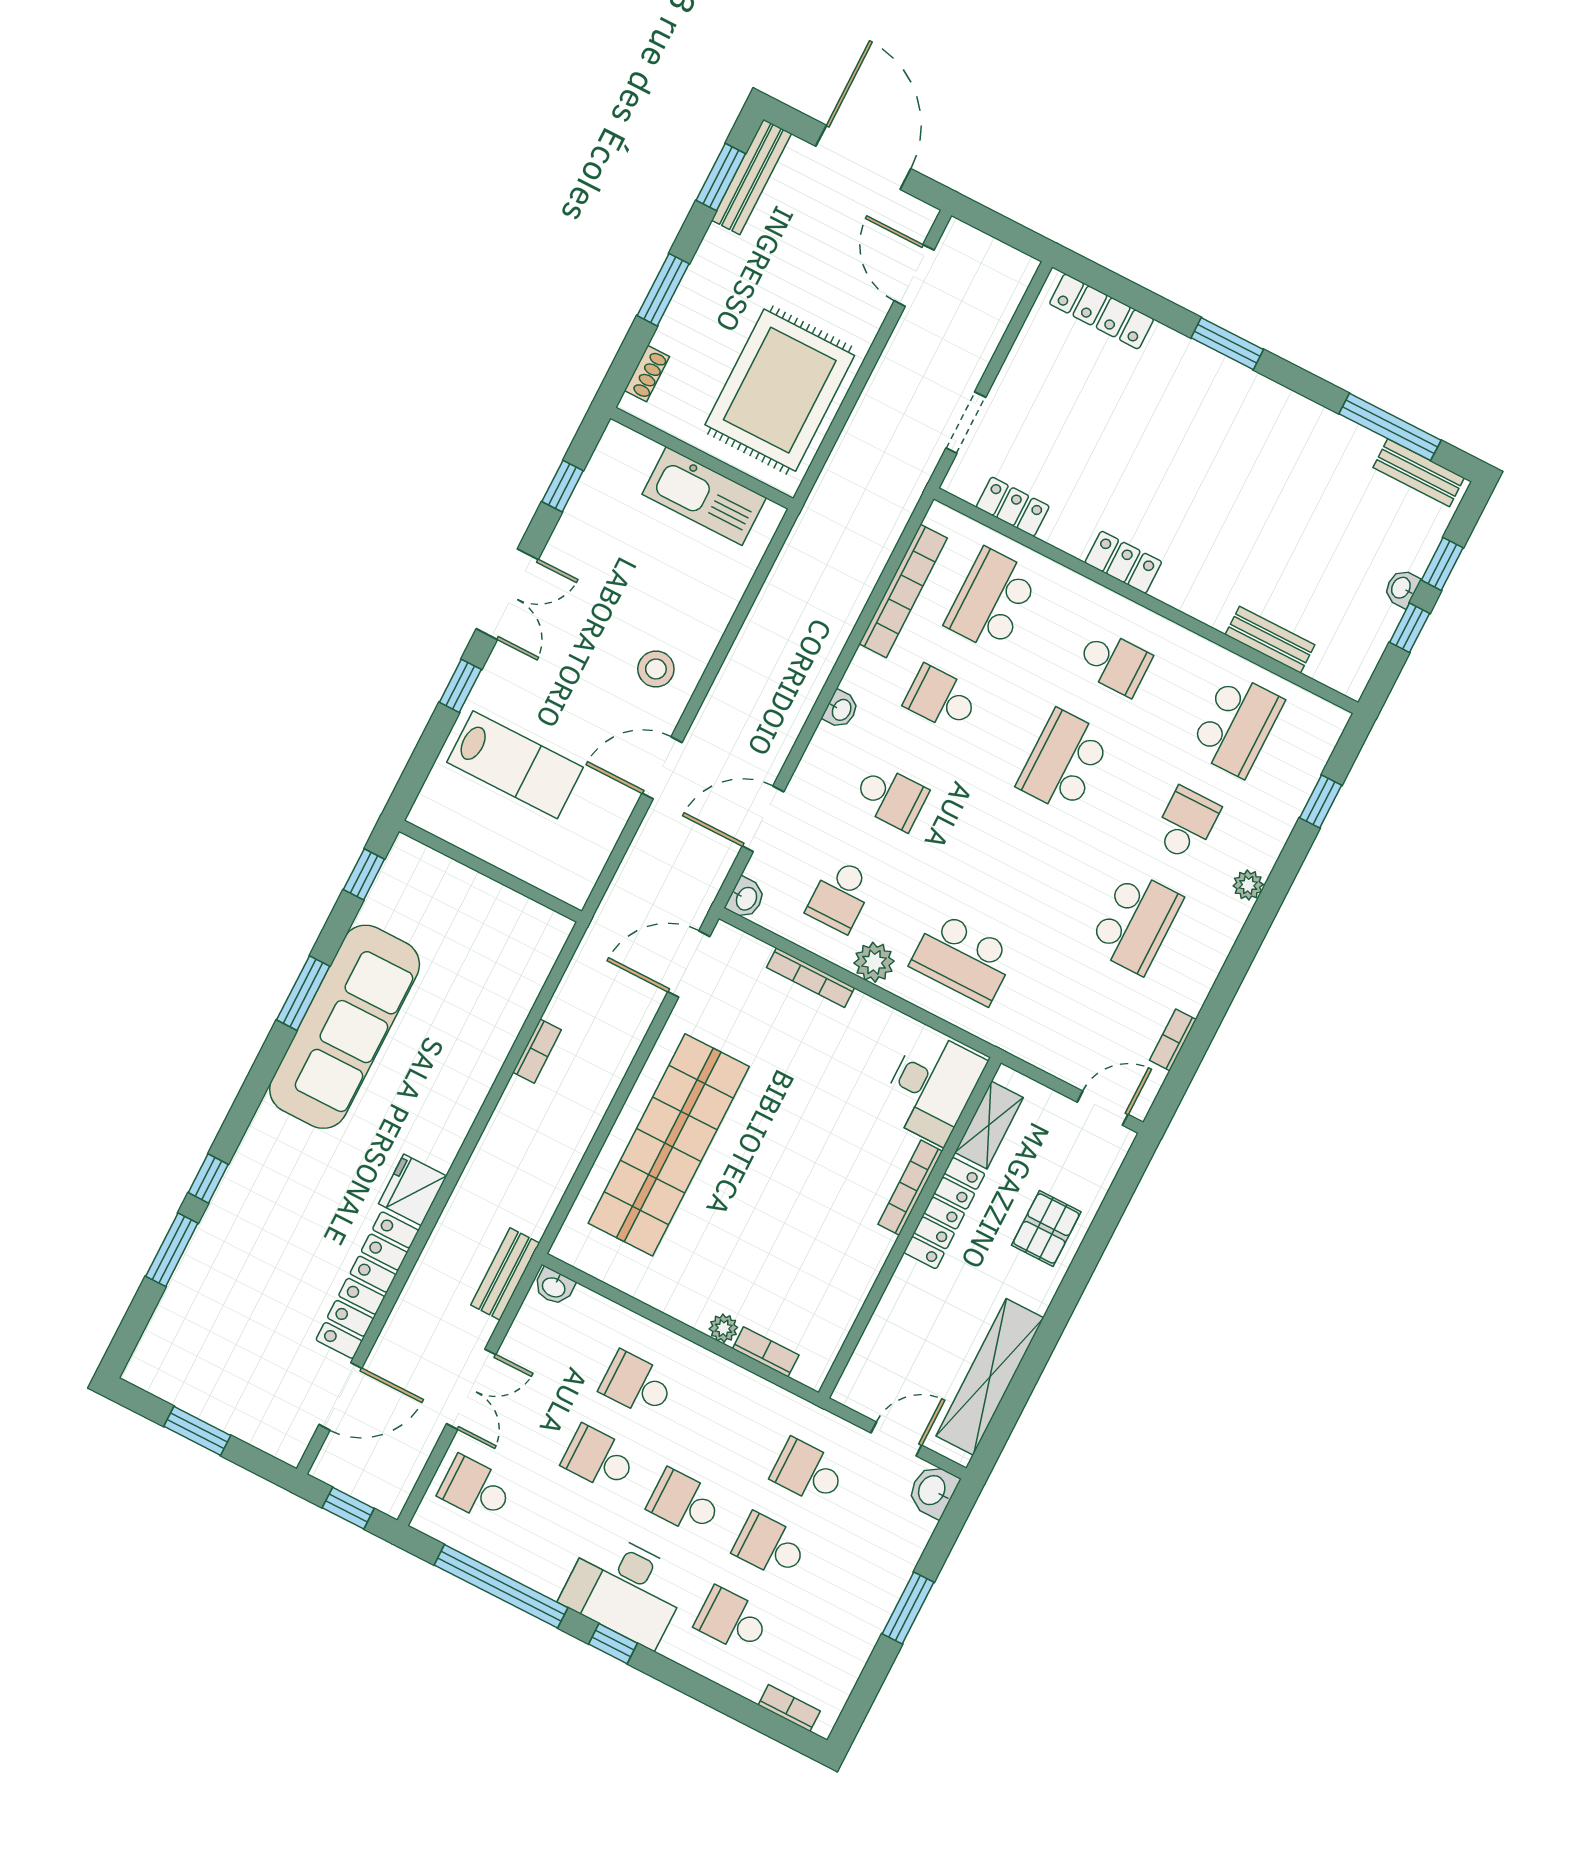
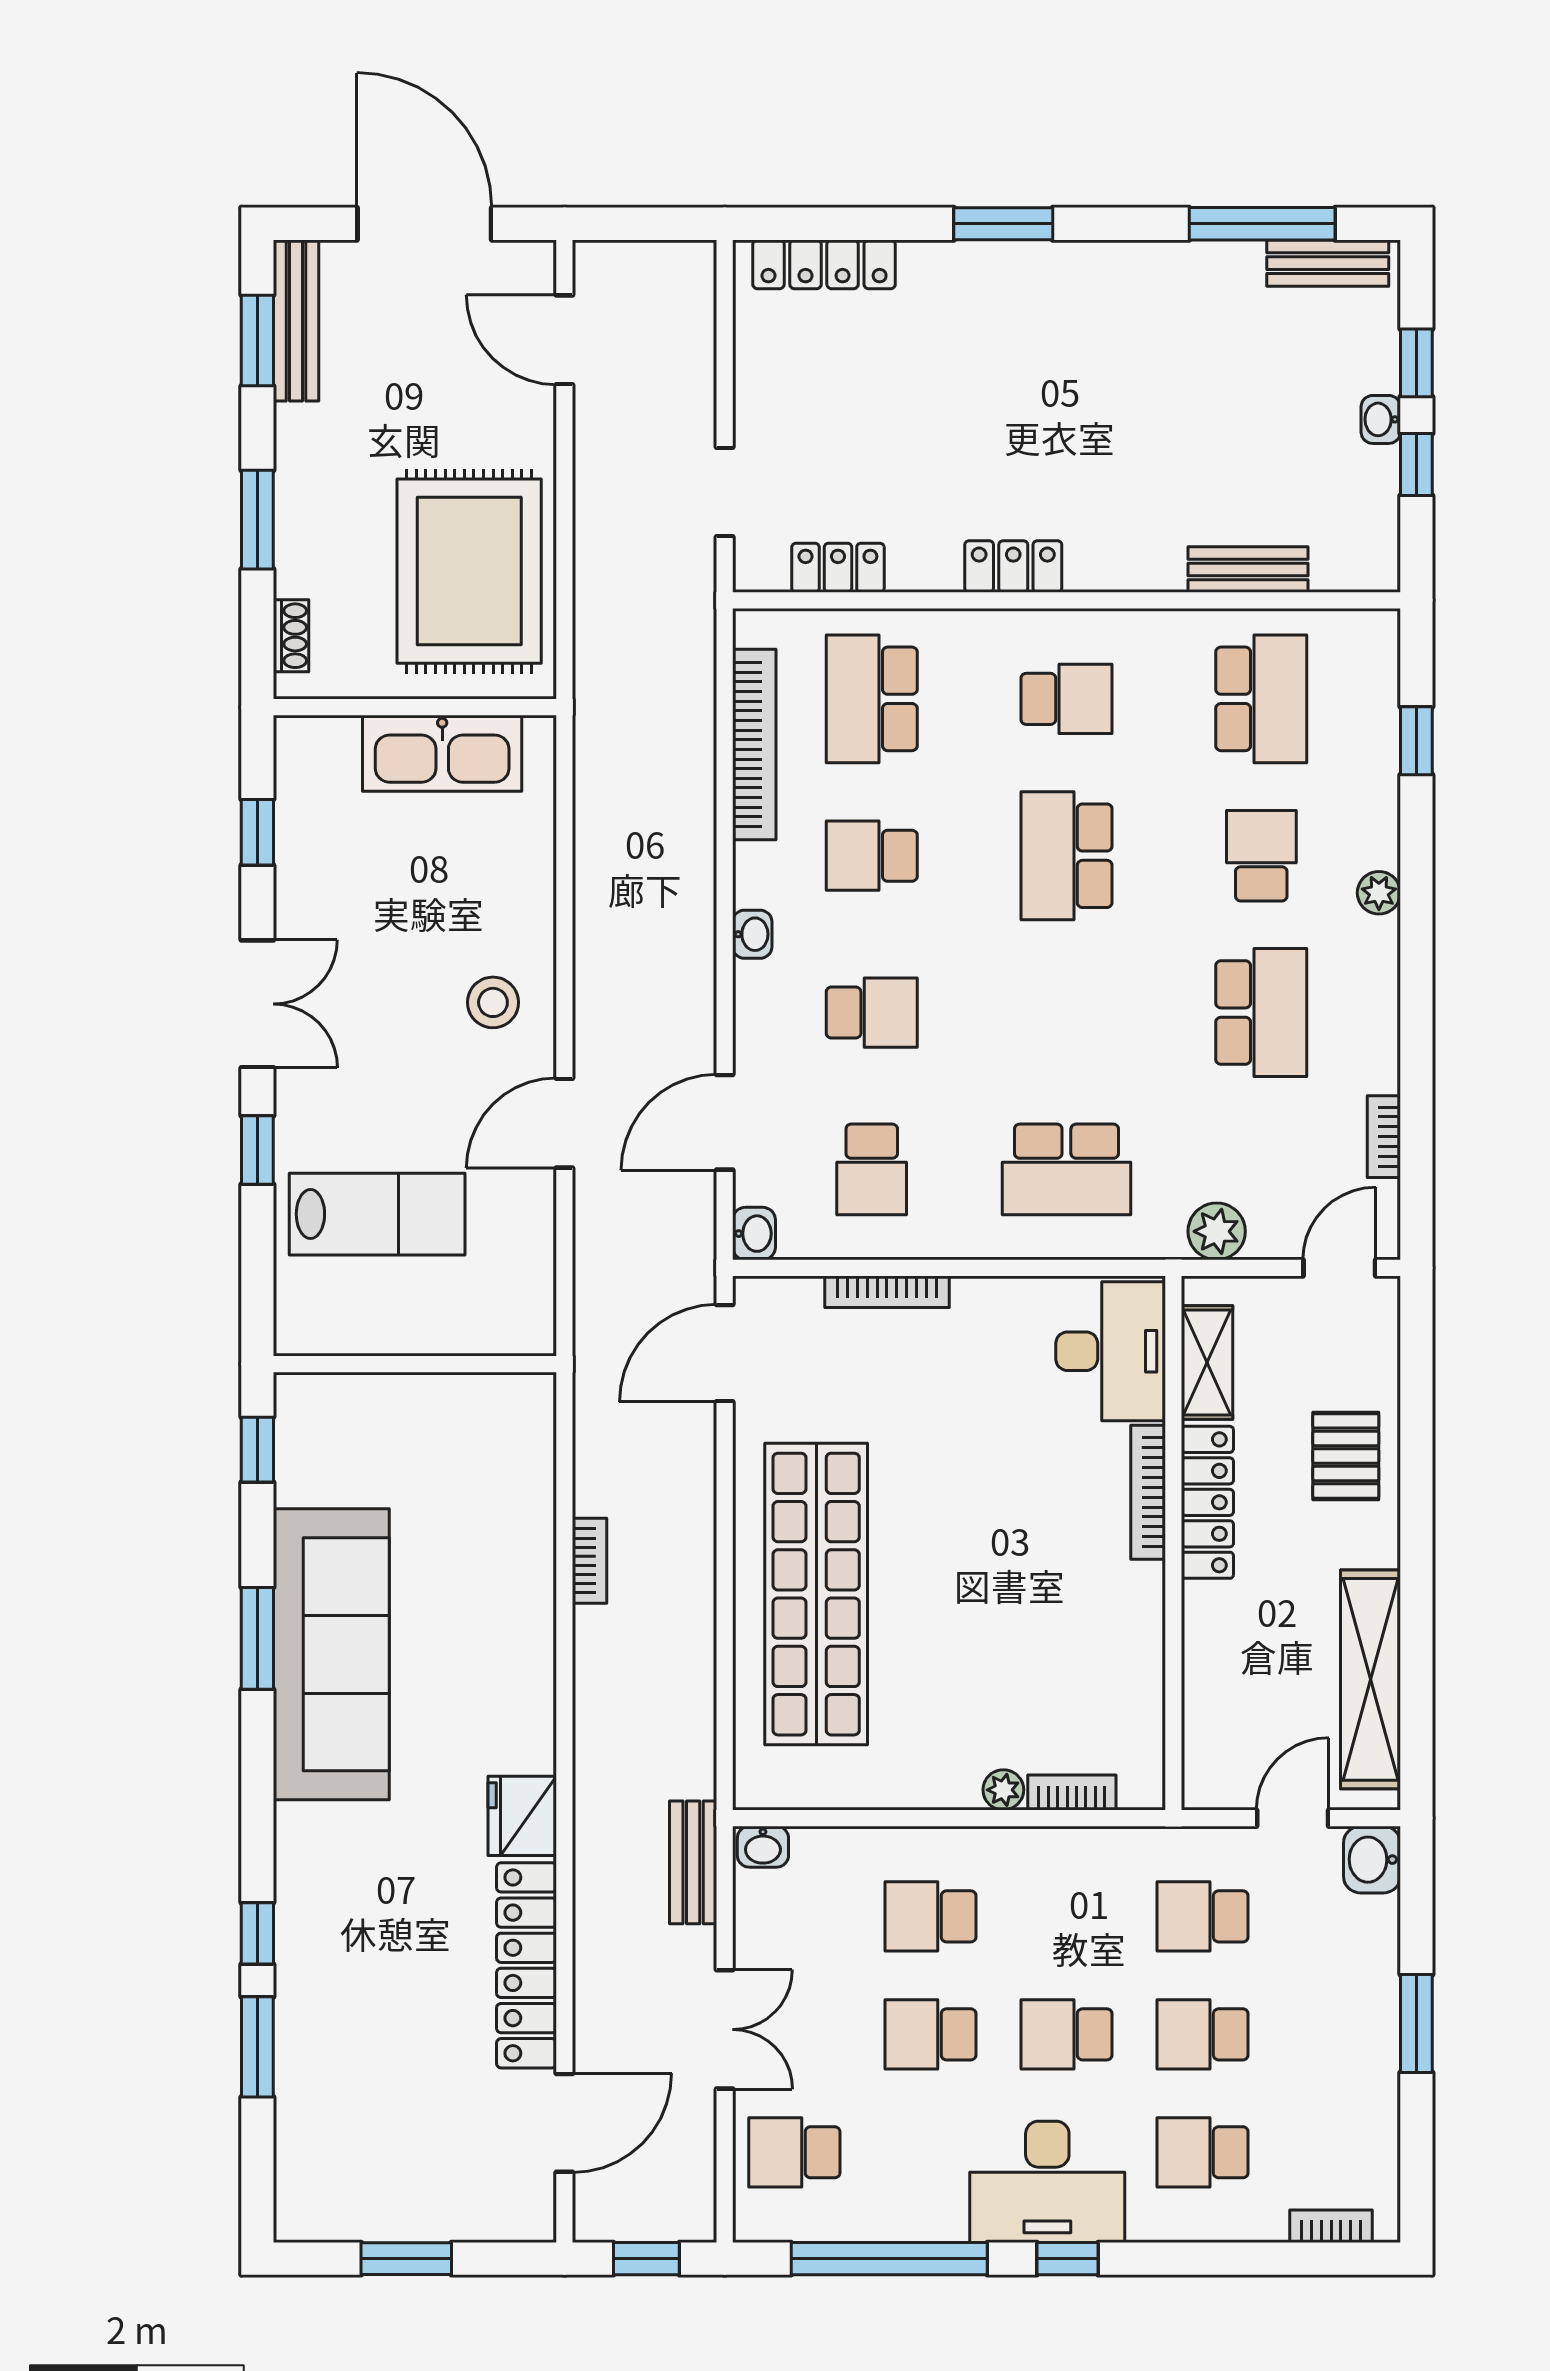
plant: (874, 962) -> (1217, 1231), moved

